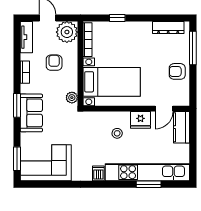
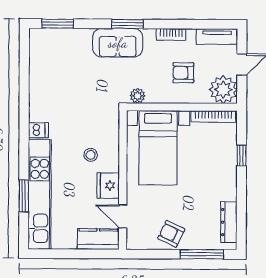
armchair: (54, 63) -> (183, 73), turned 180
armchair: (177, 71) -> (171, 234), turned -64
corner sofa: (46, 163) -> (52, 61), removed

